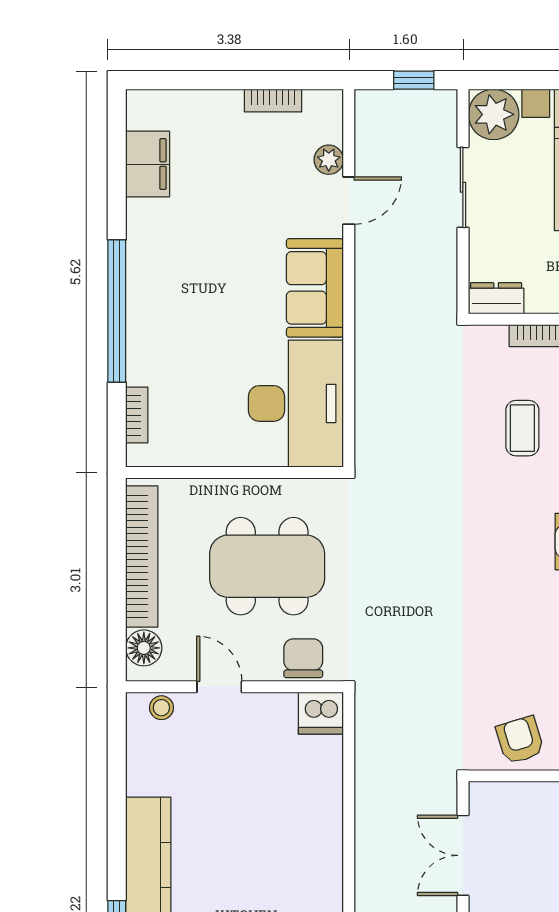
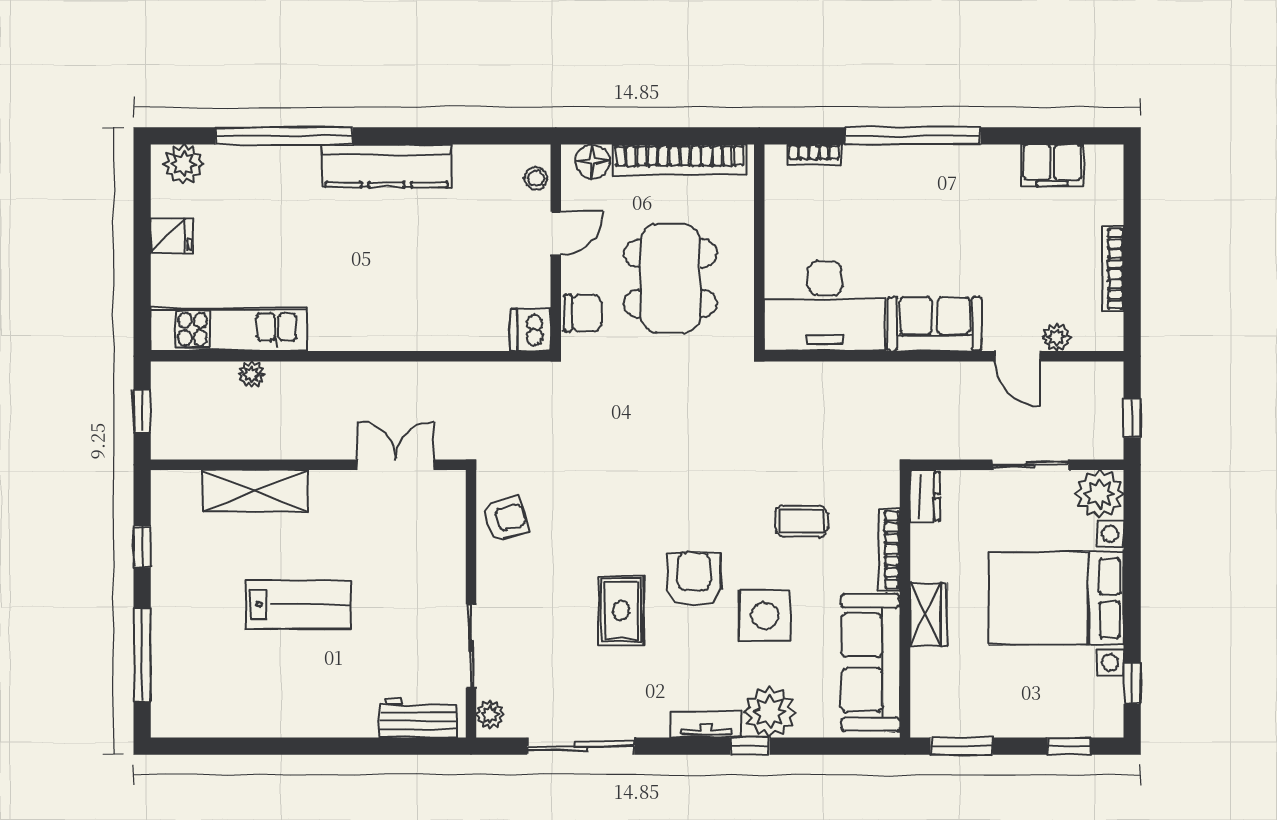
bookcase: (273, 100) -> (1113, 269), width x1.56

